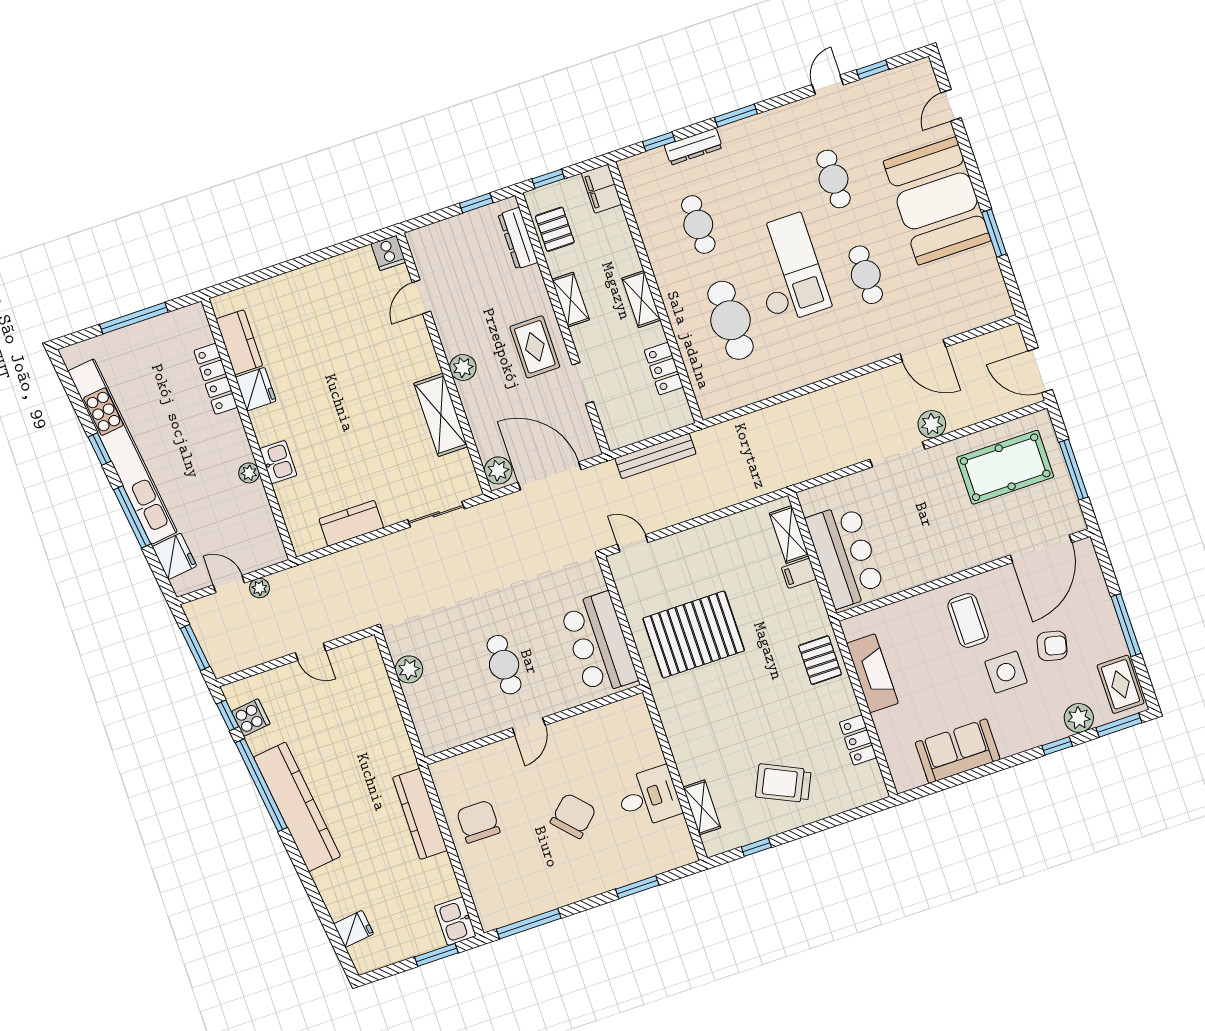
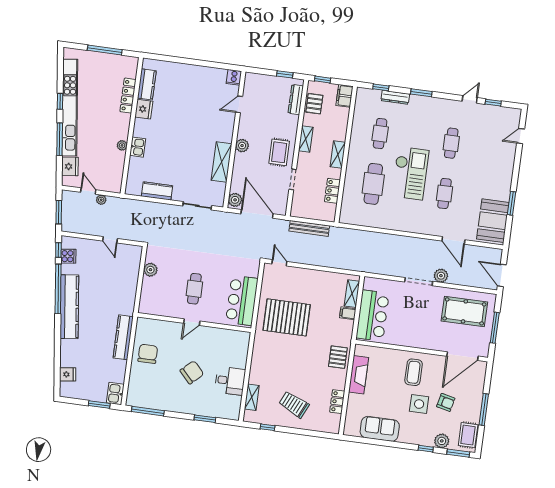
booth: (937, 201) -> (493, 221), moved, width x0.73, depth x0.70

